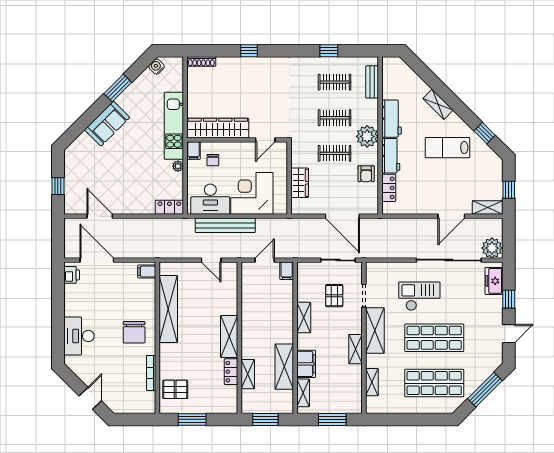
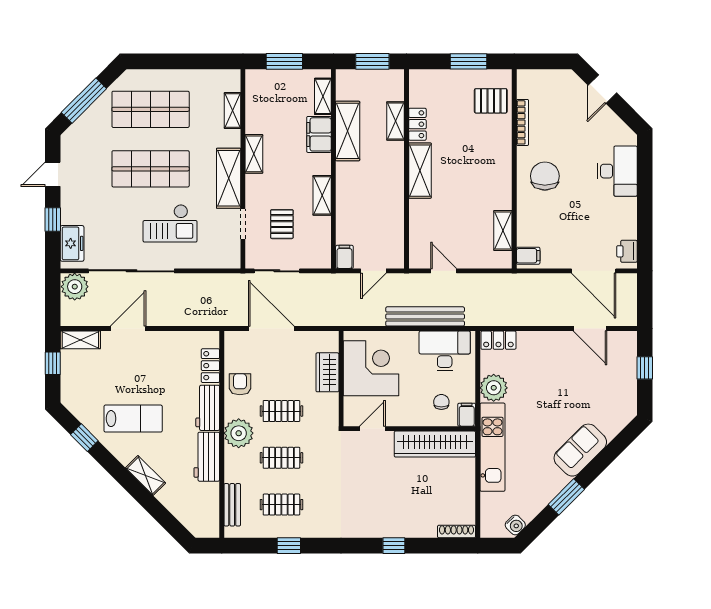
plant: (178, 166) -> (494, 388), width x1.88, depth x1.88
corner desk: (252, 193) -> (371, 368), moved, turned -90
shelving: (168, 309) -> (503, 231), width x0.45, depth x0.75

